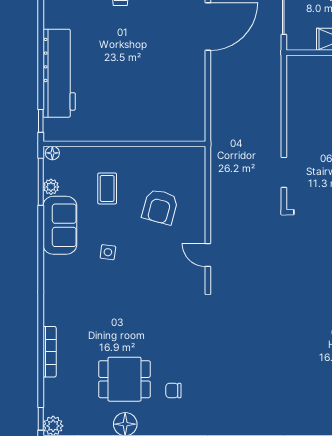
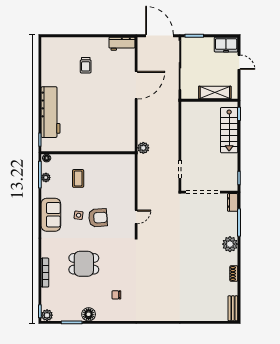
plant: (220, 135) -> (143, 148), added
armchair: (160, 207) -> (98, 218), moved, turned -109
sofa: (60, 225) -> (51, 215), moved
door: (208, 255) -> (136, 217), swing flipped
dining table: (124, 379) -> (84, 264), moved

